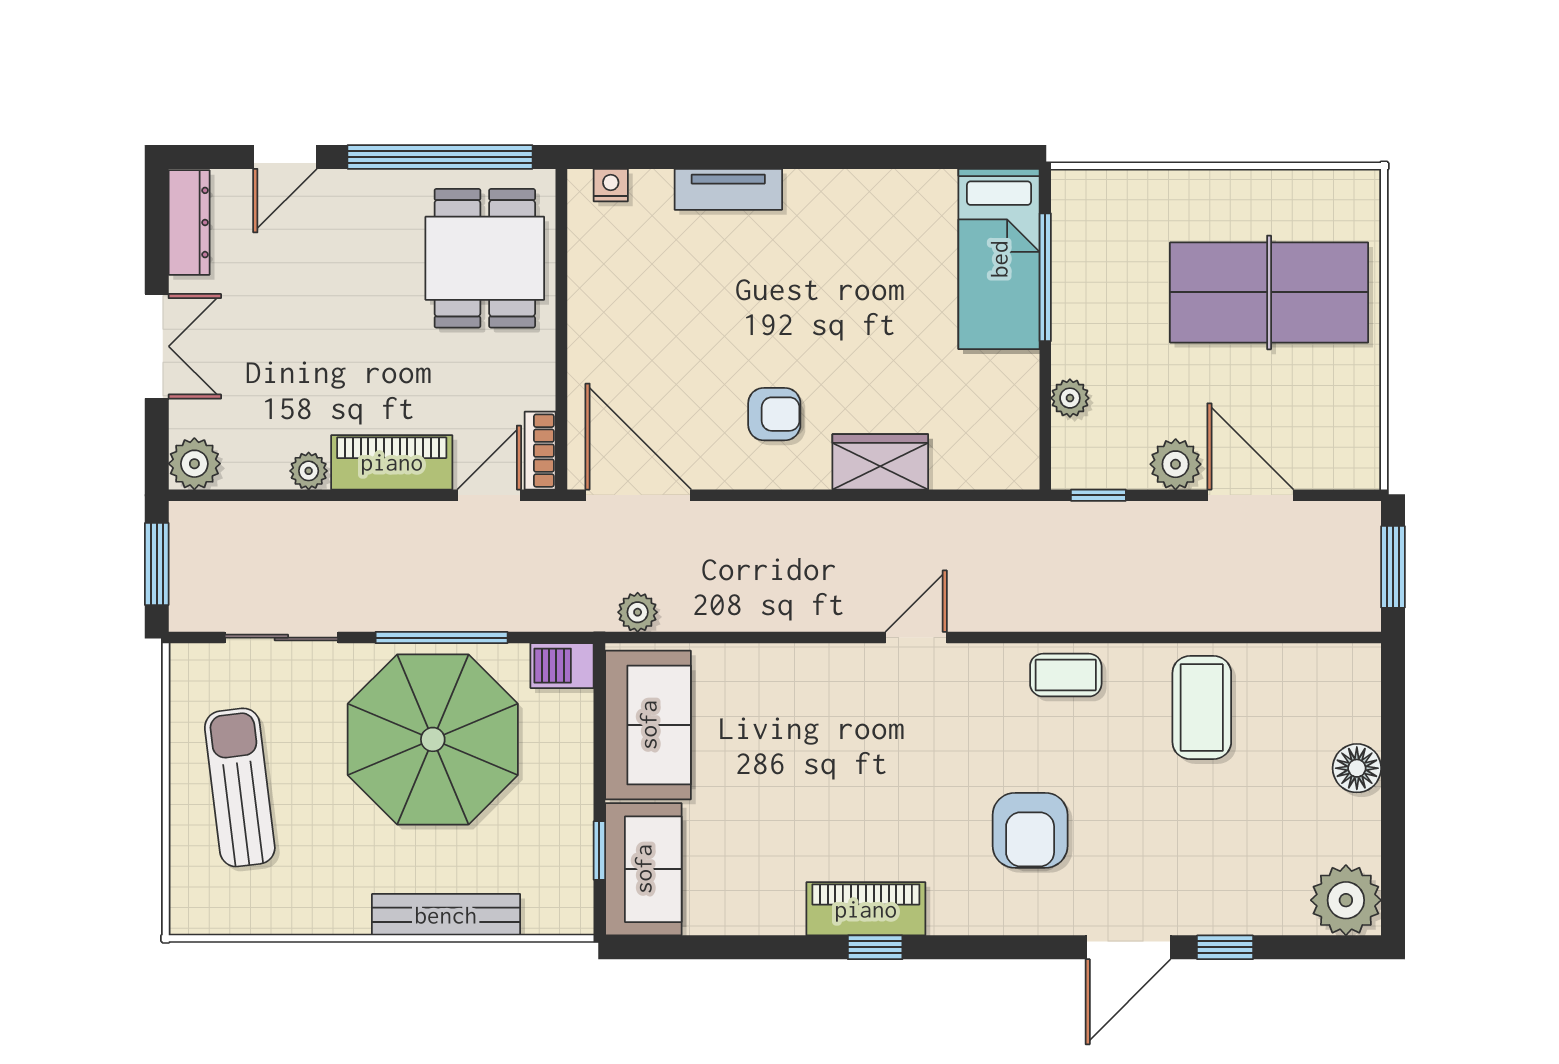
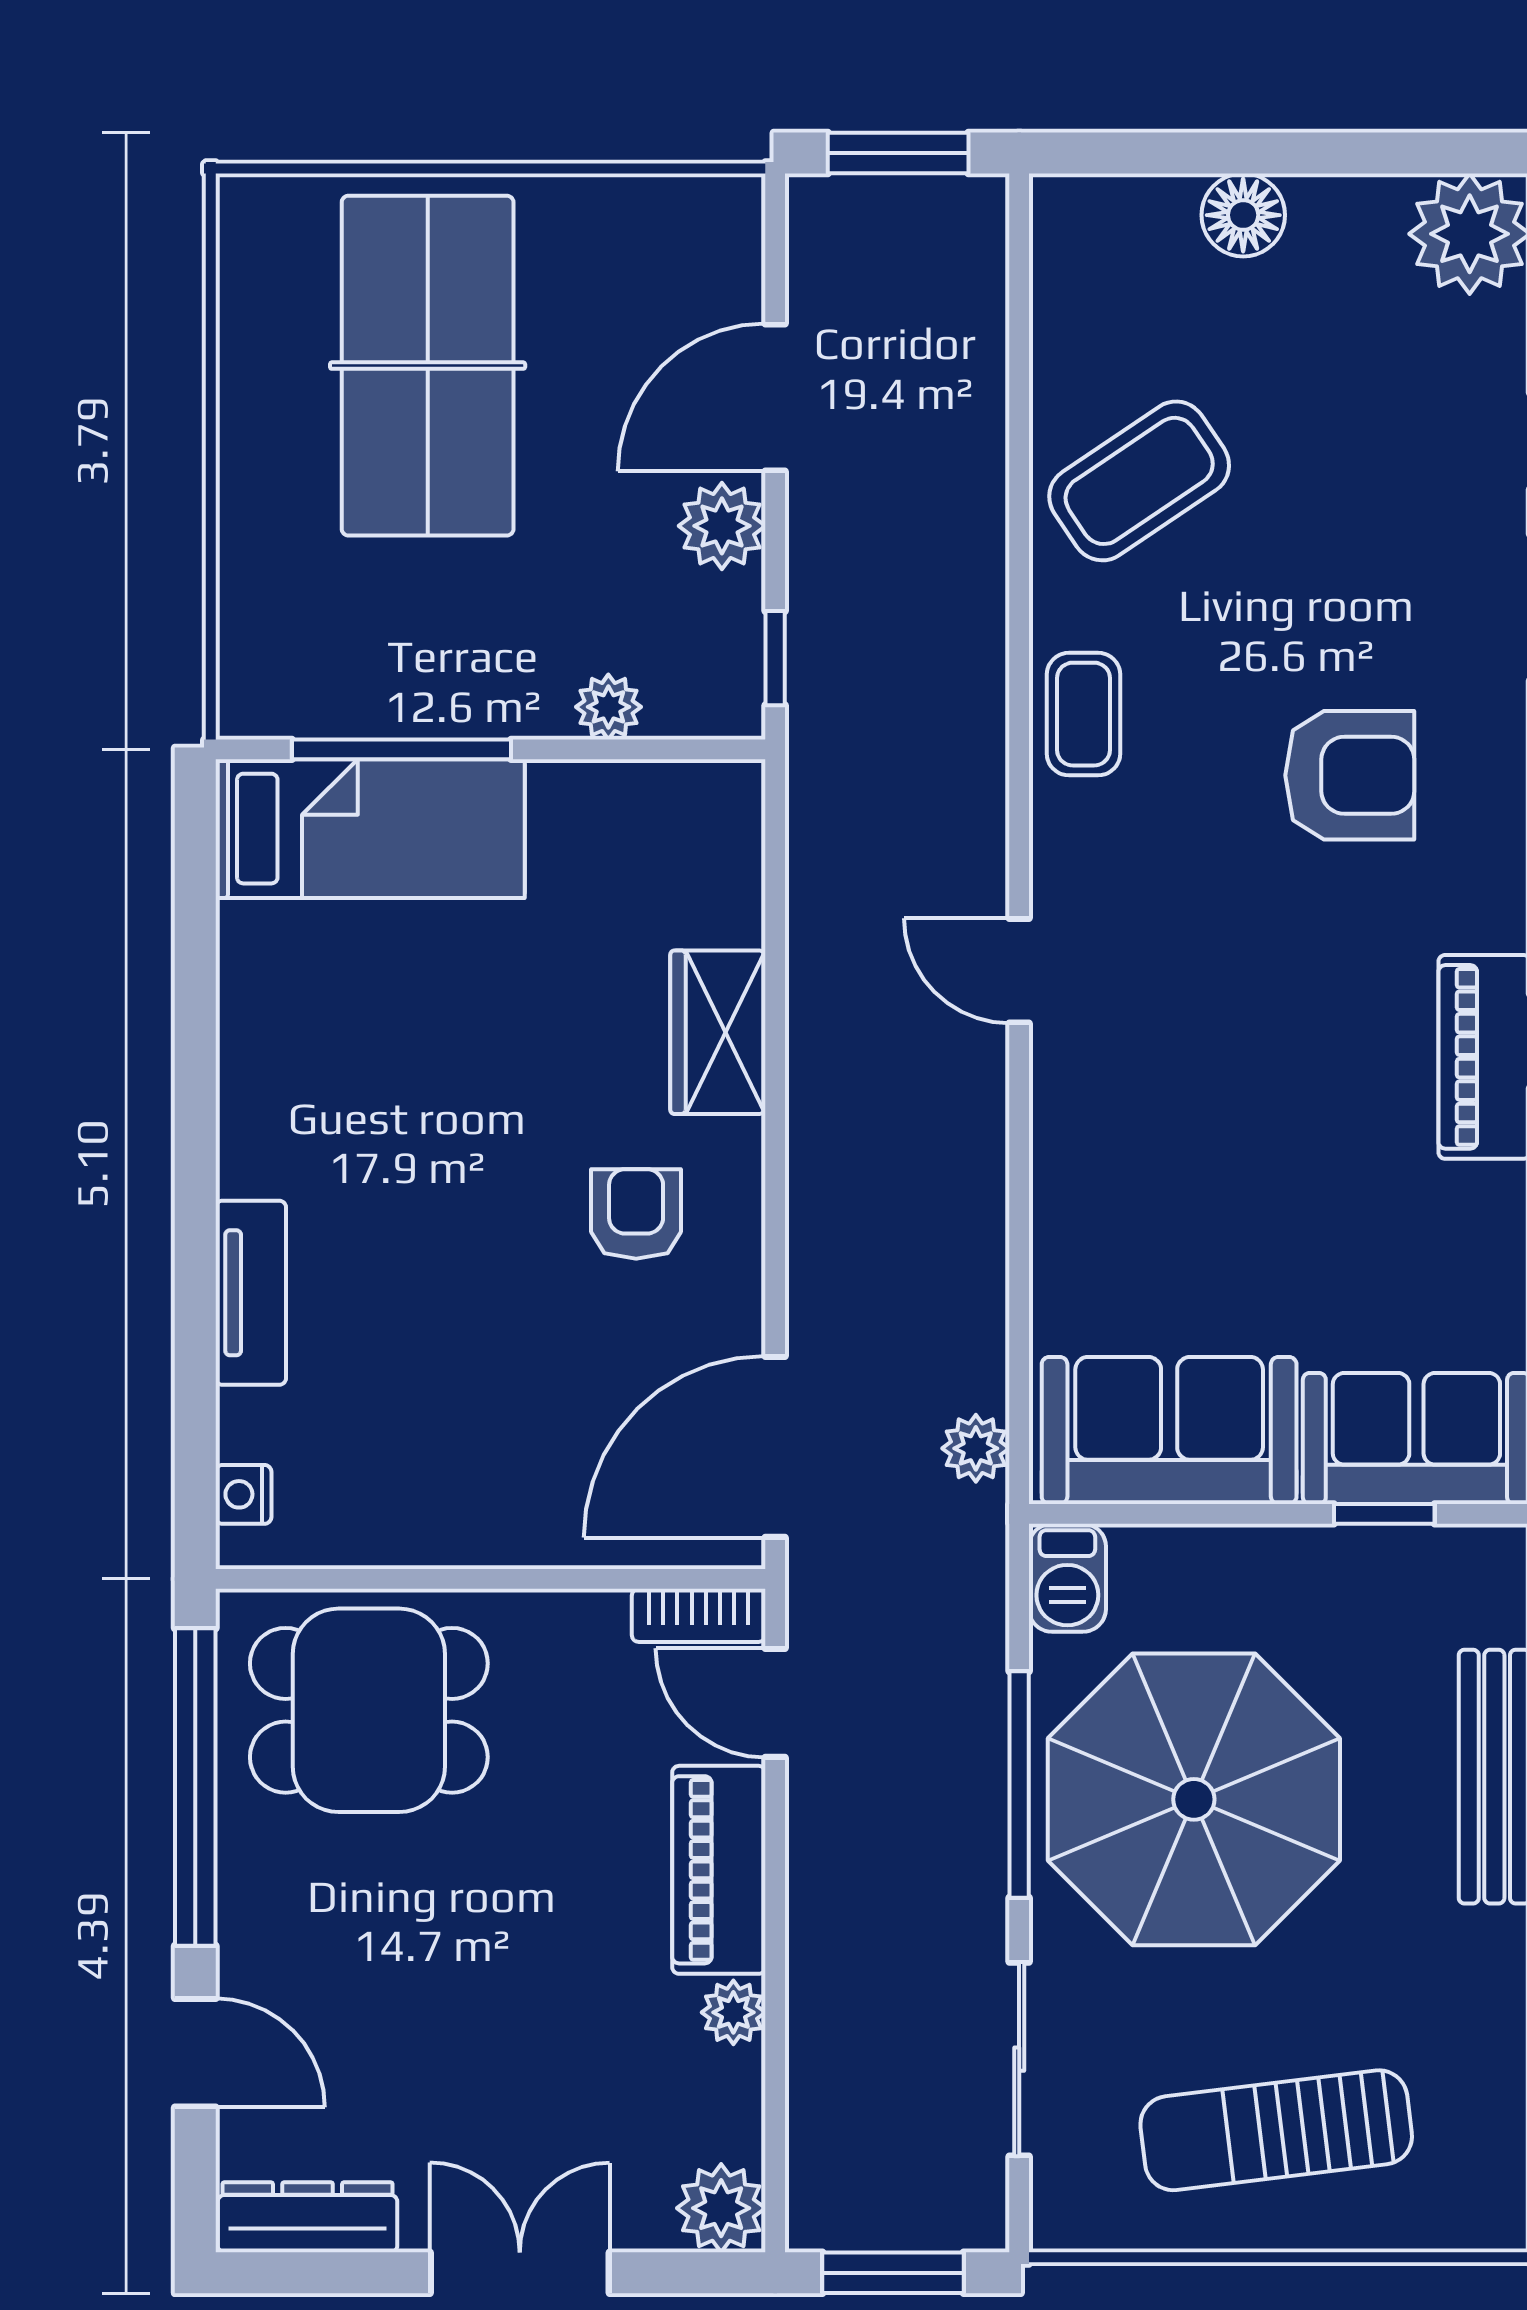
coffee table: (1202, 708) -> (1139, 481), turned -34

